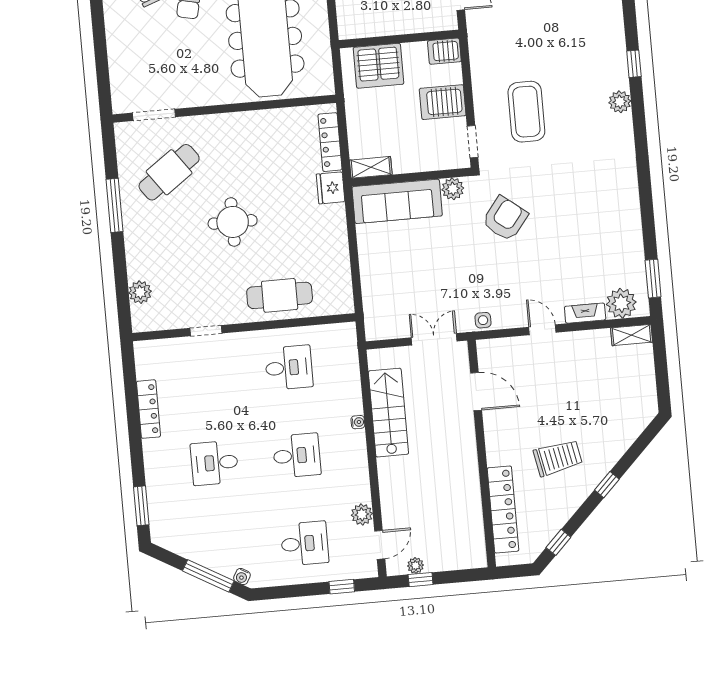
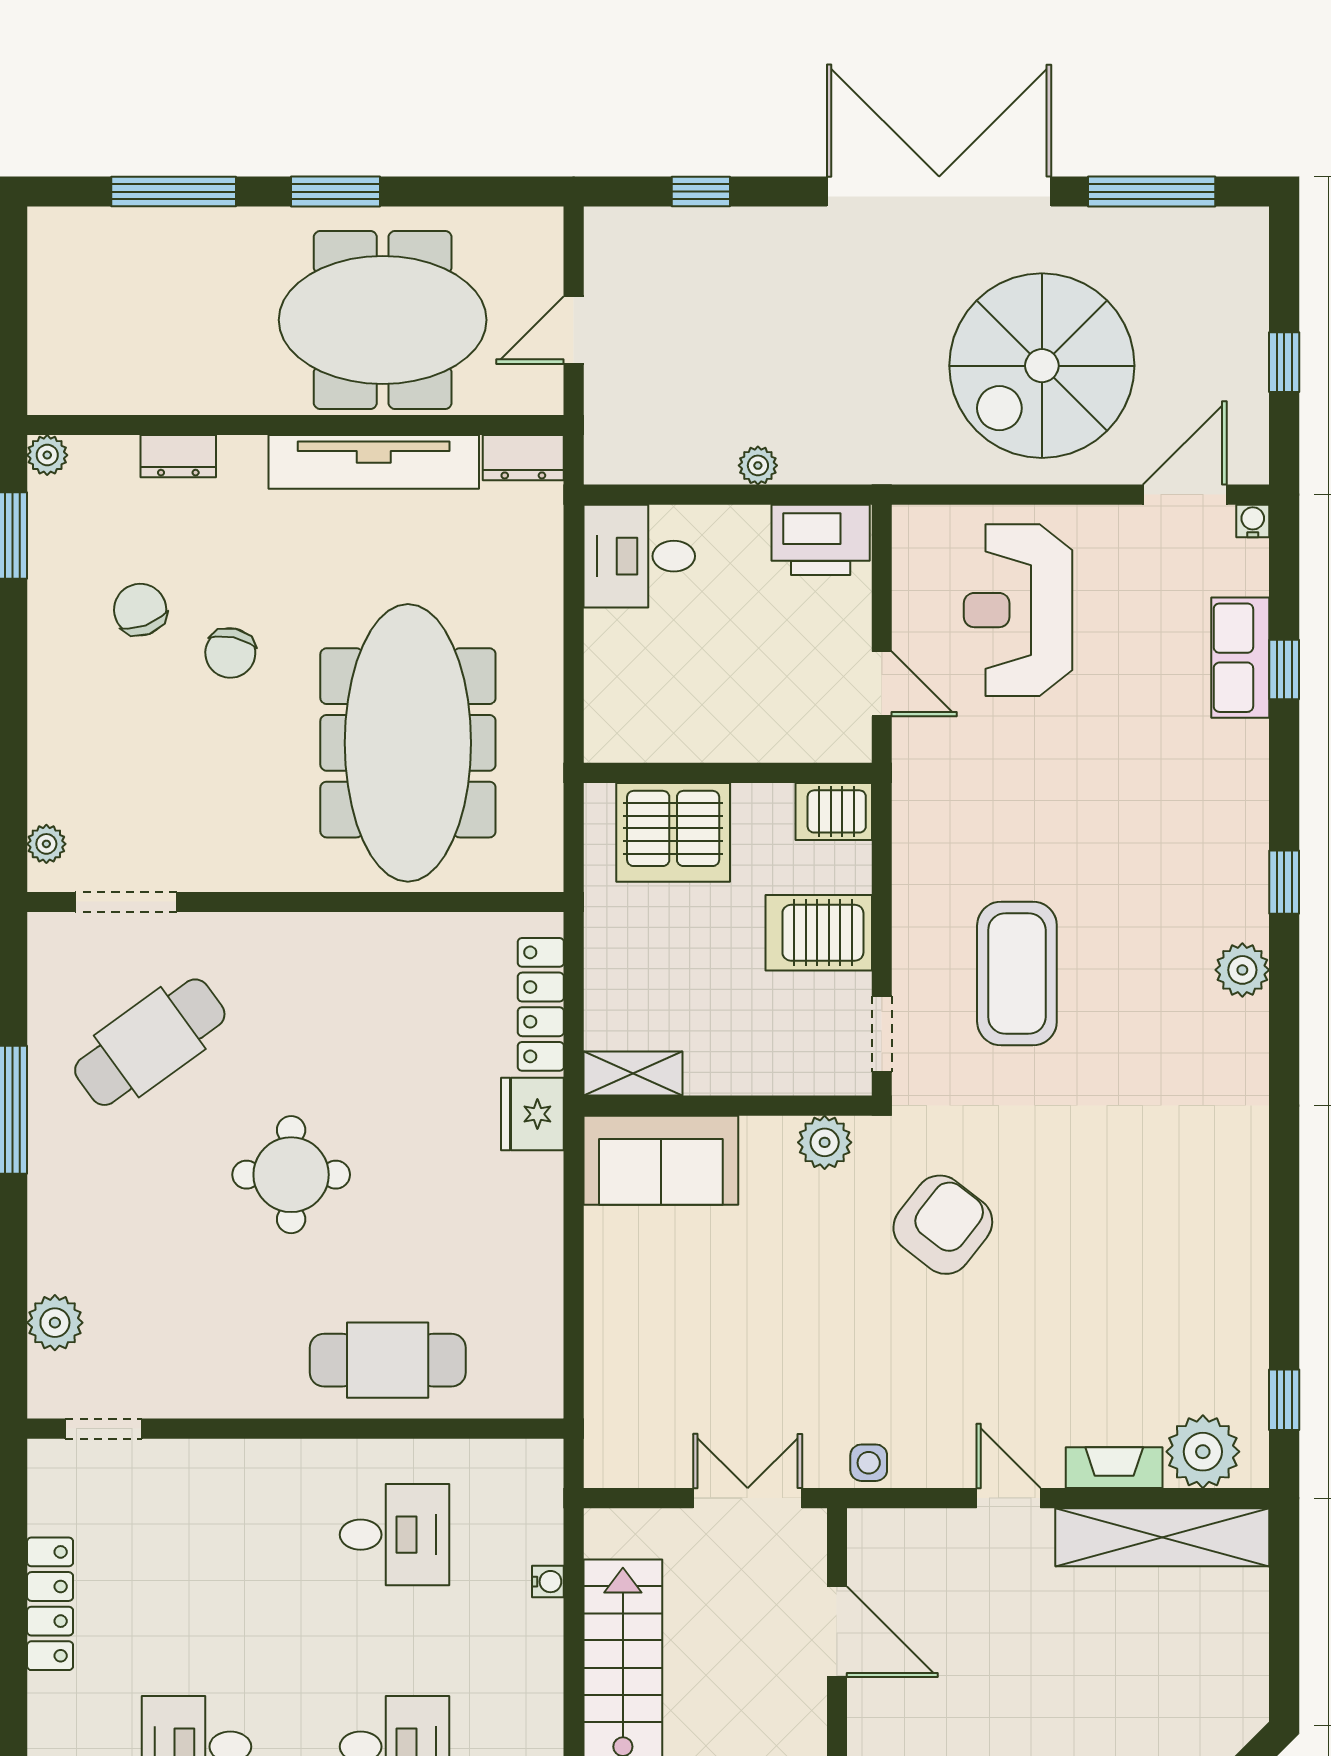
plant: (119, 94) -> (46, 844), added
sofa: (397, 201) -> (661, 1160), width x0.73
window: (653, 279) -> (1284, 1400), width x0.67
doorway: (206, 331) -> (103, 1429), moved
shelving: (632, 335) -> (1162, 1537), width x2.20, depth x1.33
water cooler: (358, 422) -> (548, 1582), moved

